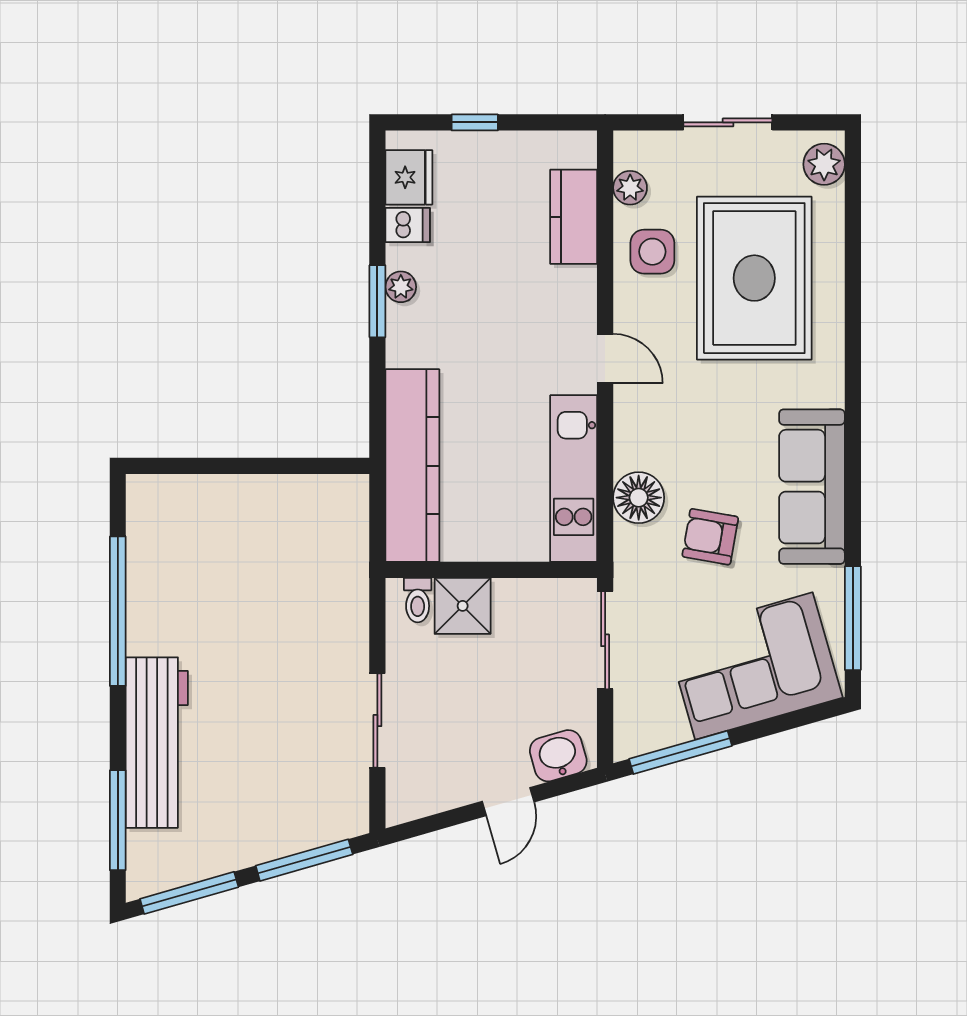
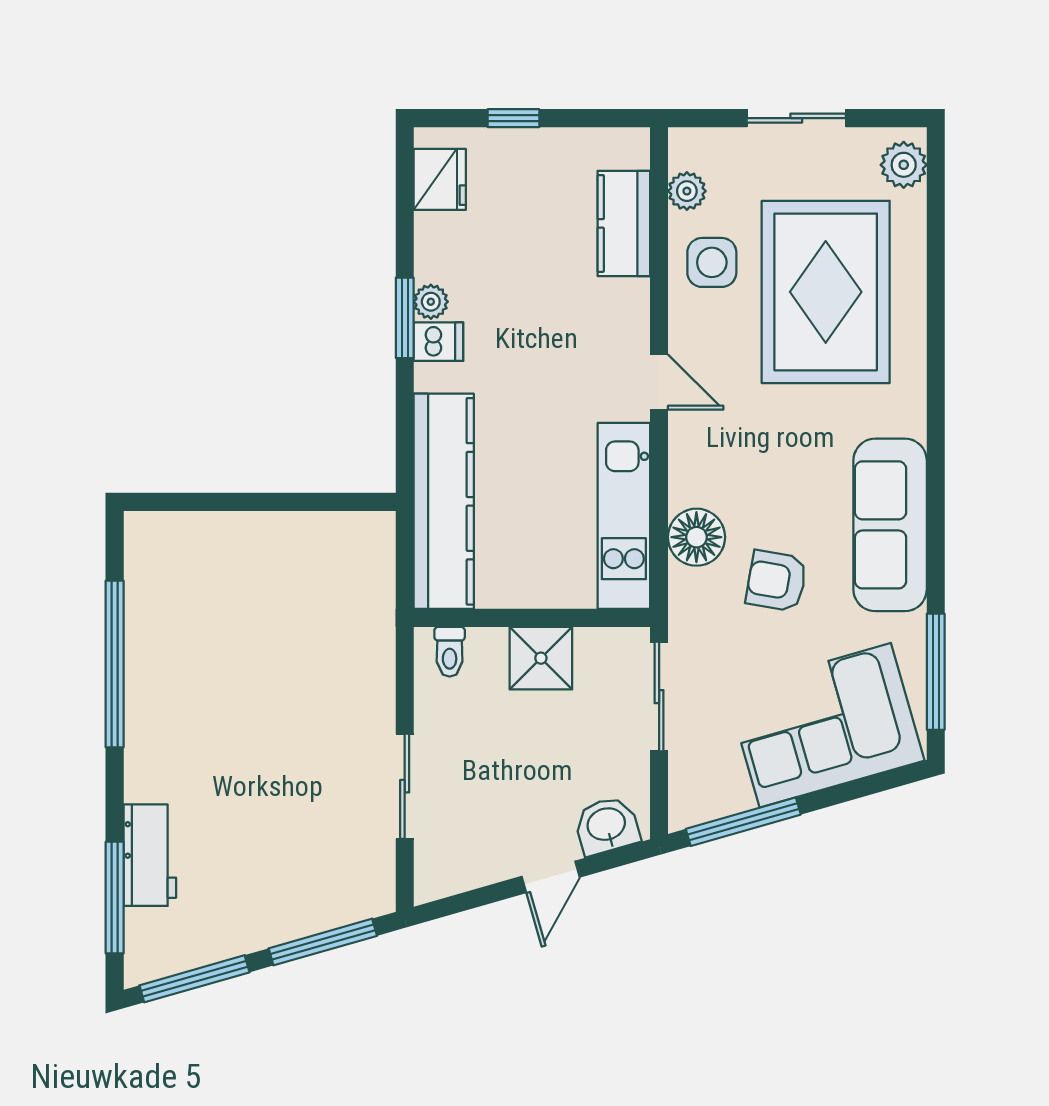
dishwasher: (408, 225) -> (438, 342), moved
shower: (463, 606) -> (541, 658), moved
workbench: (157, 743) -> (150, 855), width x0.53, depth x0.76

